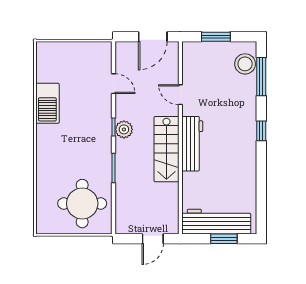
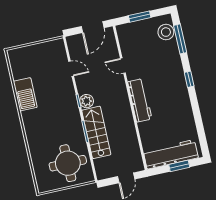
stairs: (166, 149) -> (96, 132), moved, turned 180

